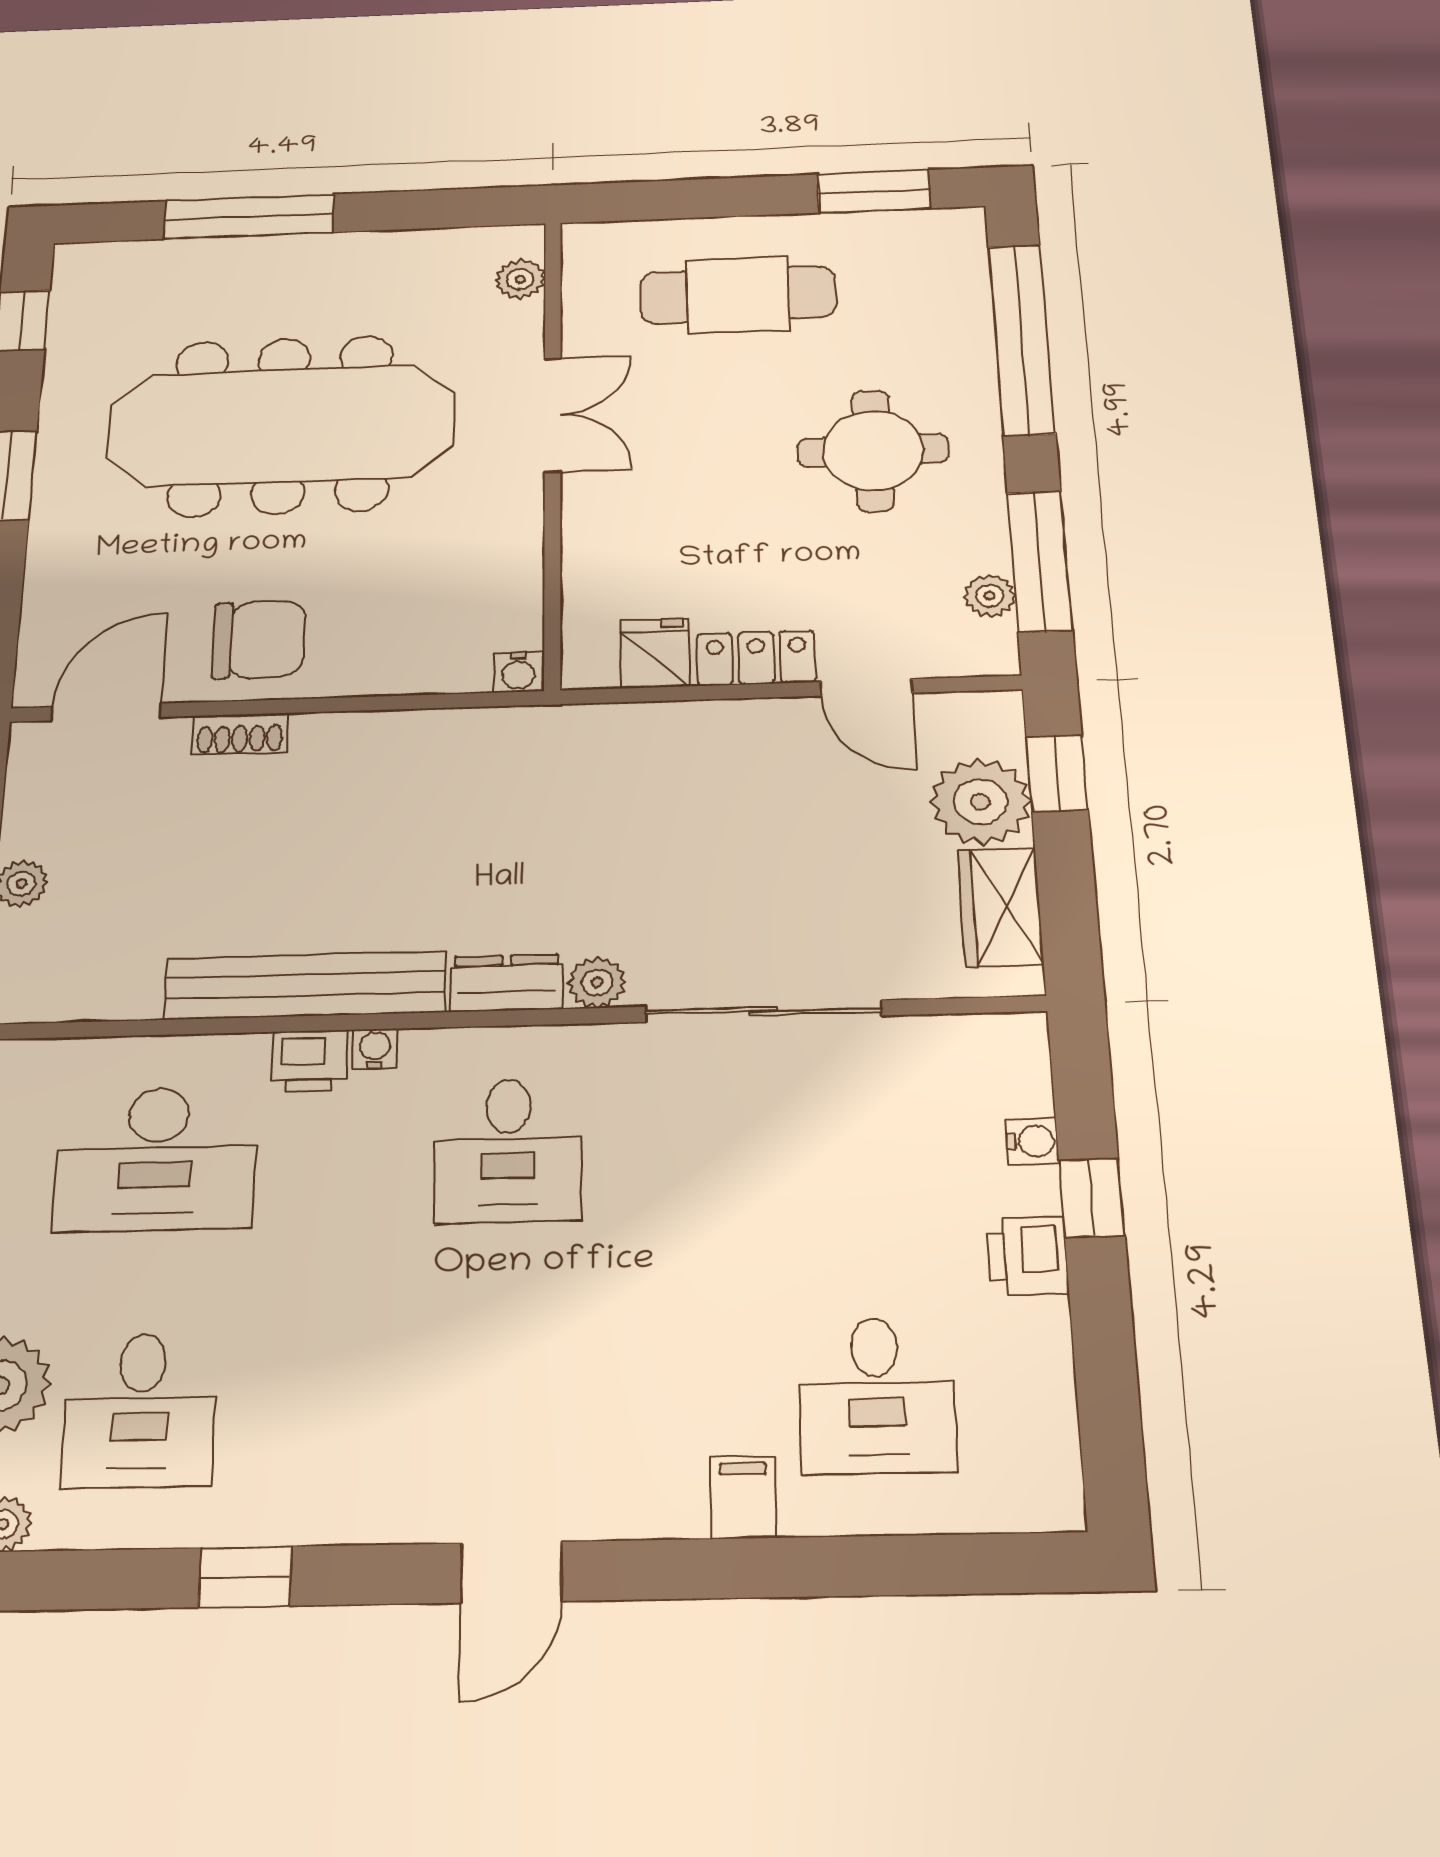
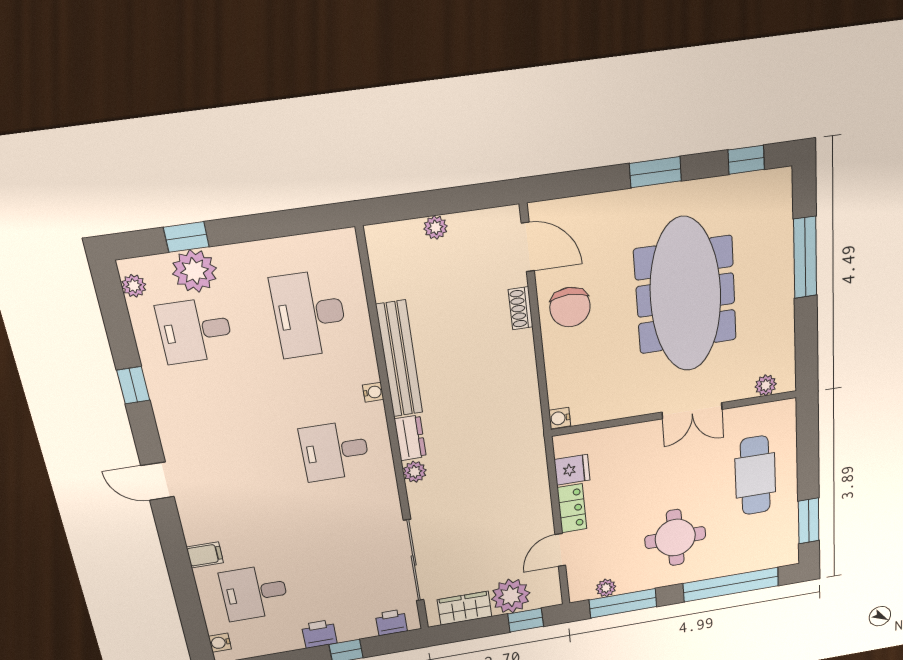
sliding door: (763, 1011) -> (414, 561), moved
printer: (309, 1061) -> (391, 622), moved, turned 90
water cooler: (1032, 1141) -> (220, 643), moved, turned 90

